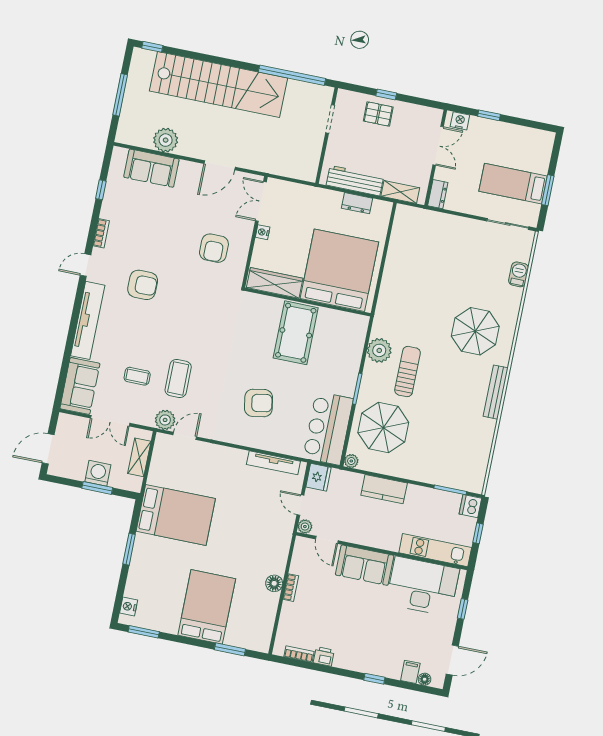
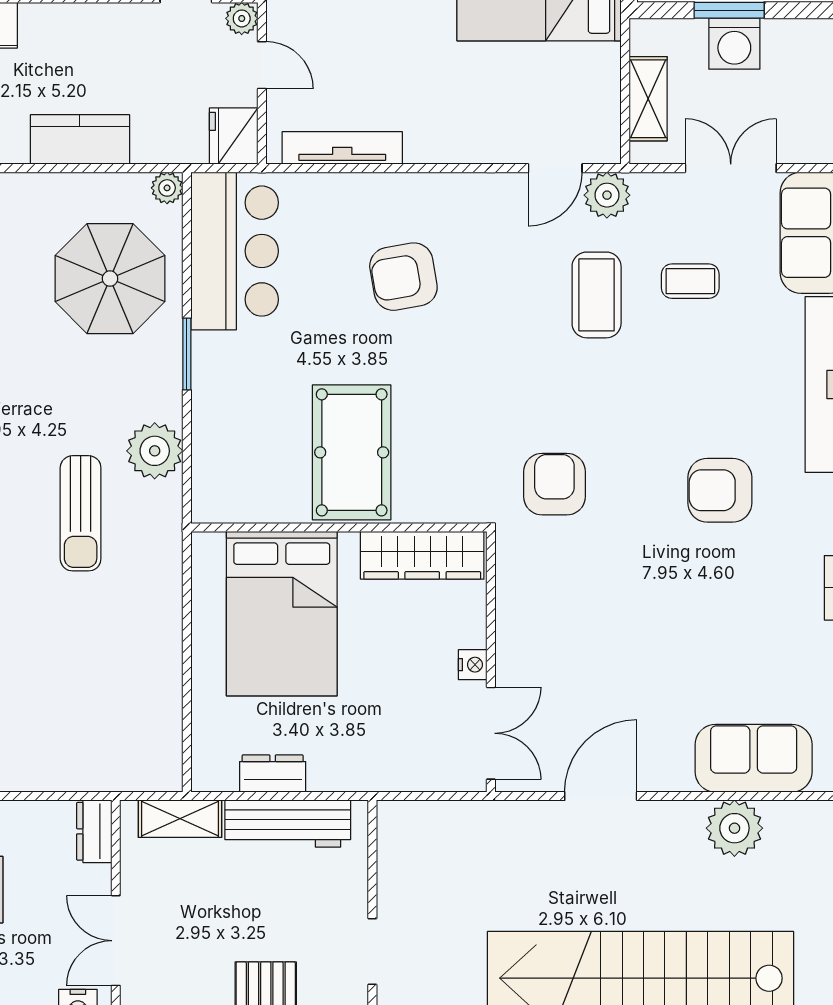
armchair: (214, 248) -> (554, 484), moved
bed: (339, 270) -> (282, 614), width x0.73
sun lounger: (408, 372) -> (81, 513), moved

